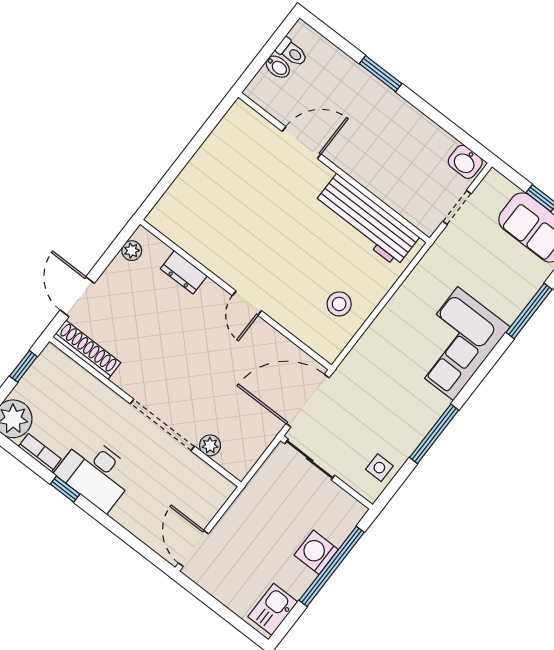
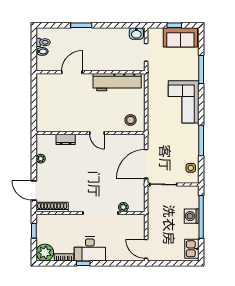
dresser: (184, 272) -> (66, 139), moved
wall: (236, 295) -> (91, 133), moved
door: (247, 303) -> (97, 133), moved

